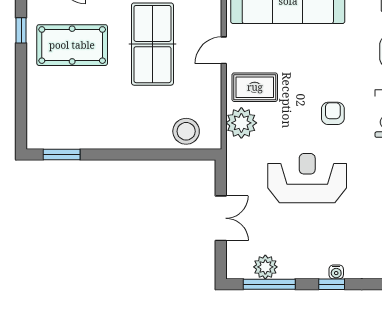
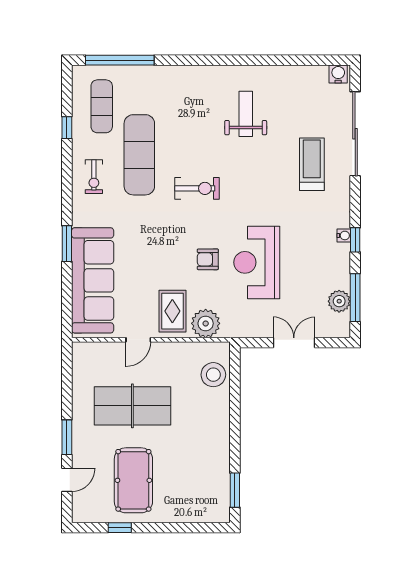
door: (224, 50) -> (138, 340), hinge flipped
armchair: (333, 113) -> (208, 259), moved

